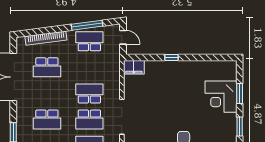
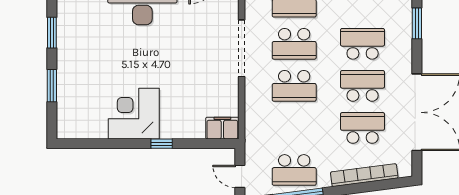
school desk: (47, 93) -> (363, 86), added
corner desk: (221, 97) -> (134, 114), moved, turned -90
school desk: (89, 120) -> (294, 44), turned 180

